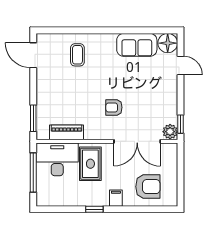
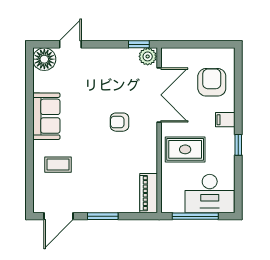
sofa: (137, 45) -> (46, 116), moved
armchair: (114, 107) -> (119, 122), turned 90
window: (33, 118) -> (103, 216), moved
piano: (67, 132) -> (149, 193), moved
desk: (57, 159) -> (210, 193), moved, turned -90

